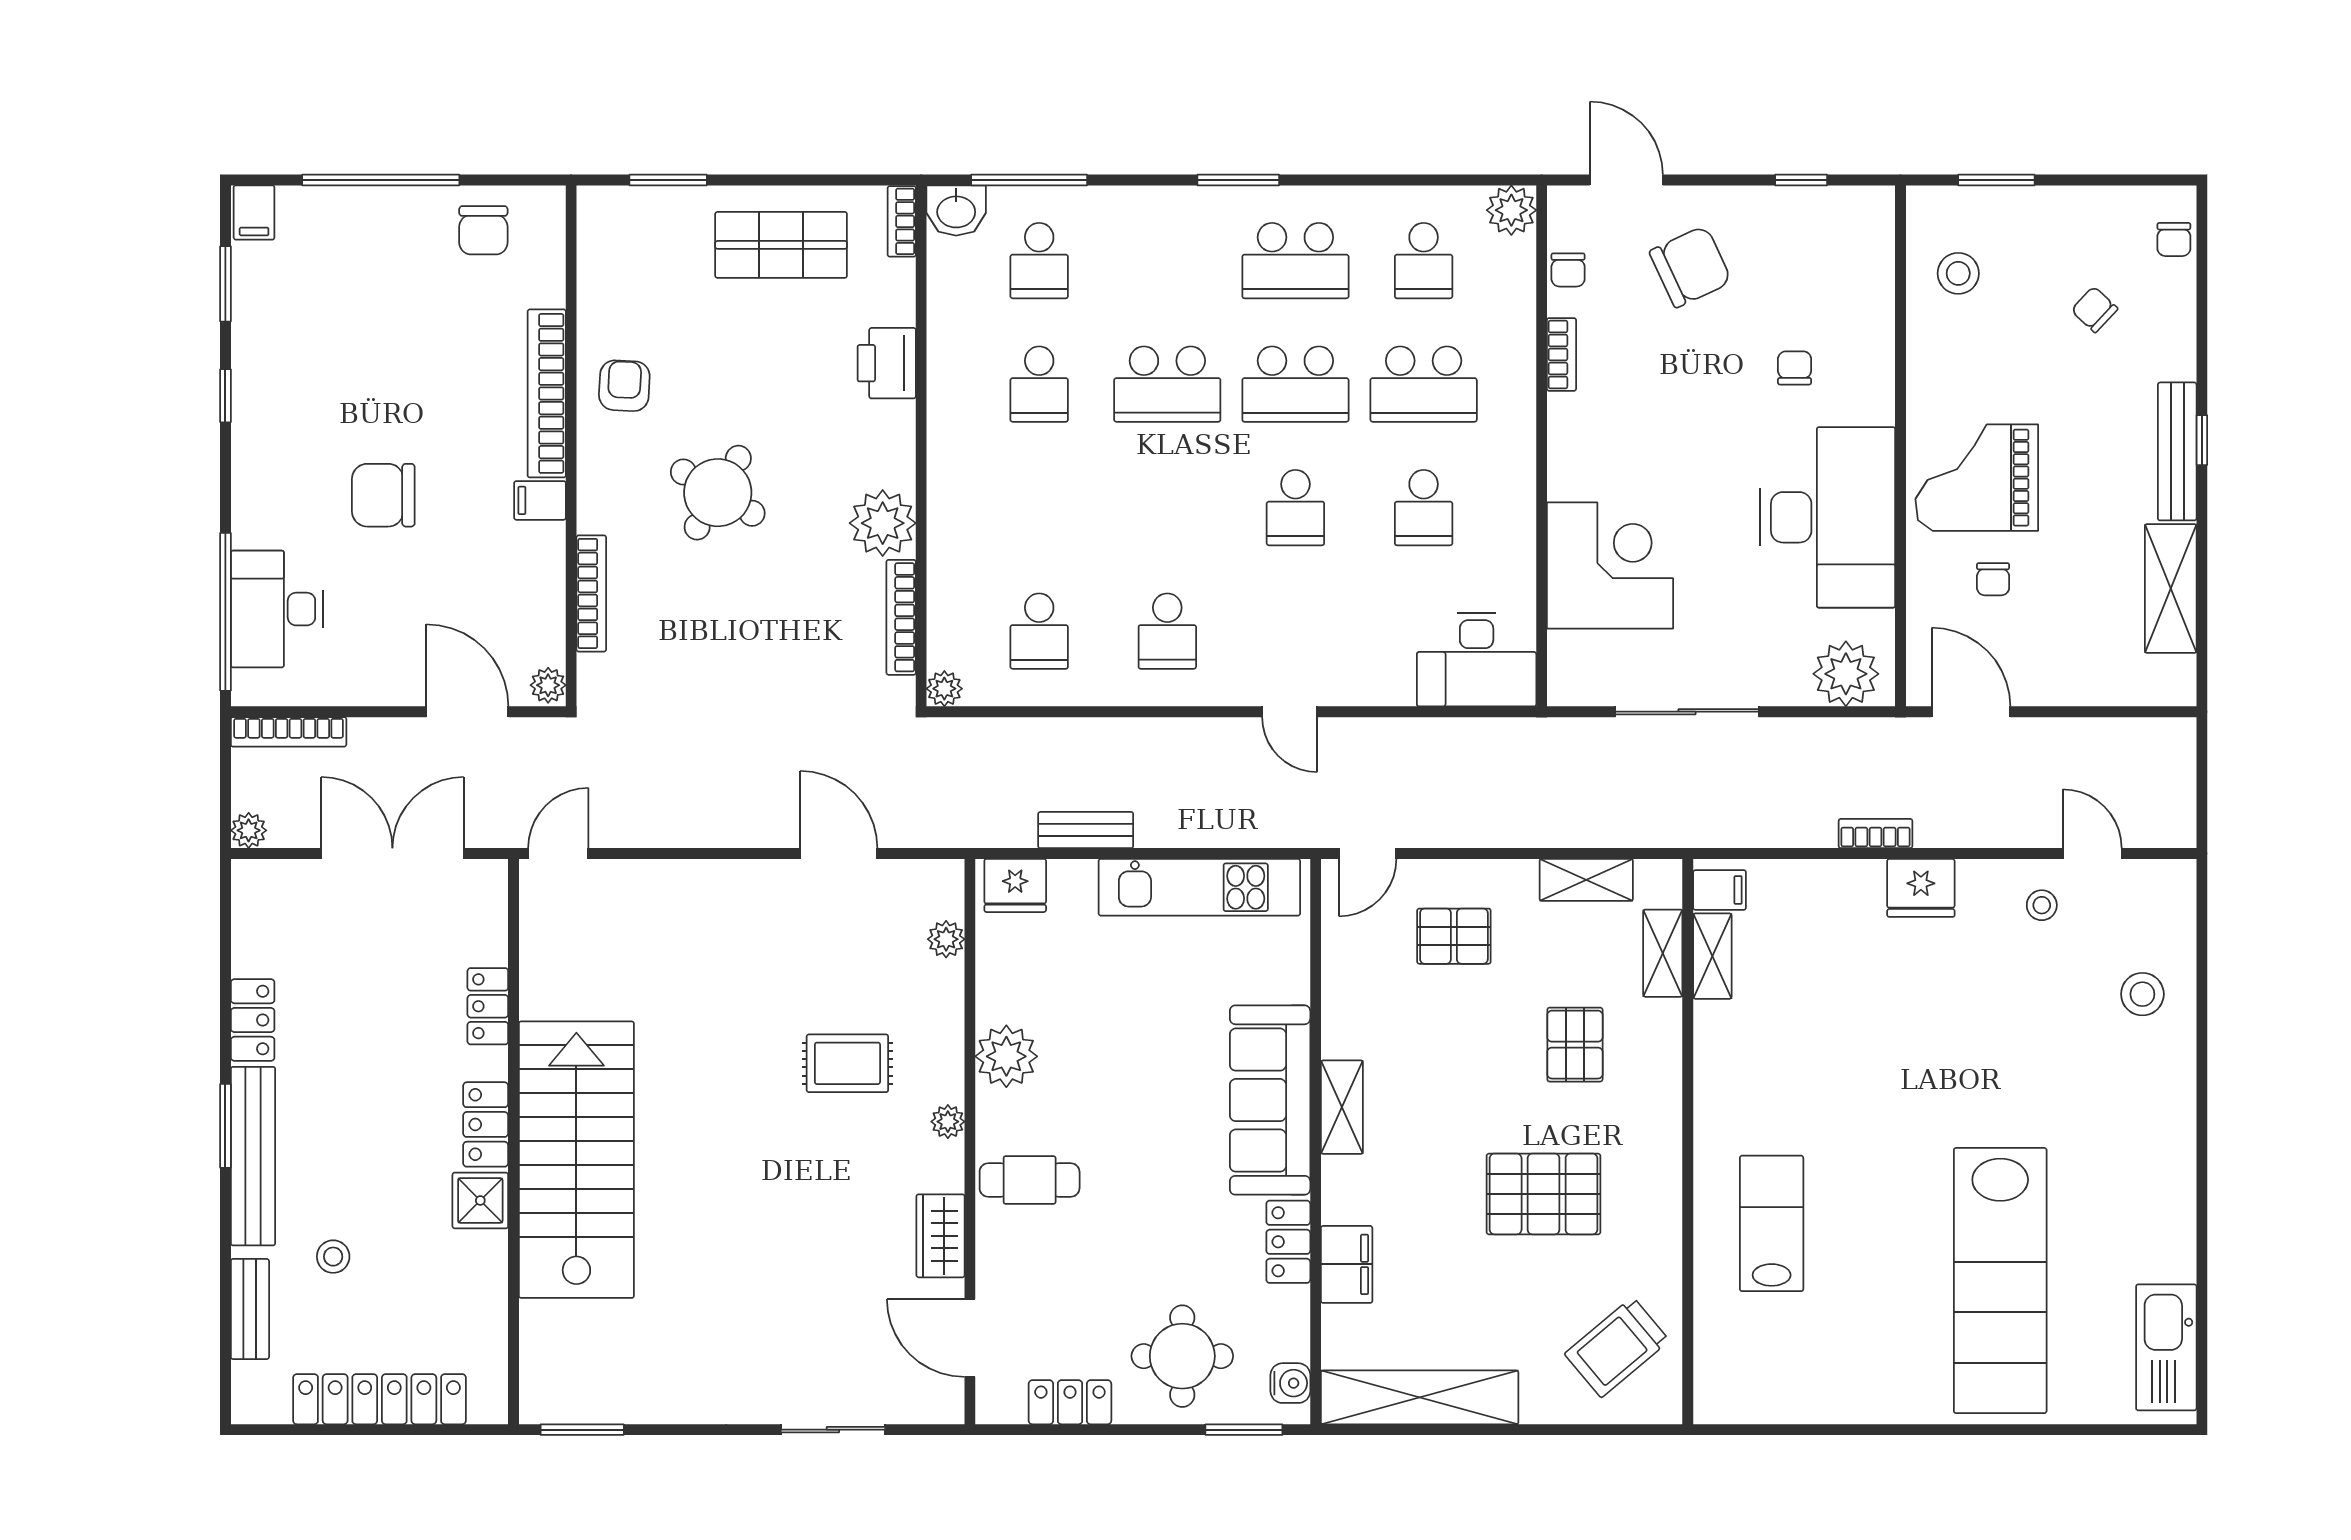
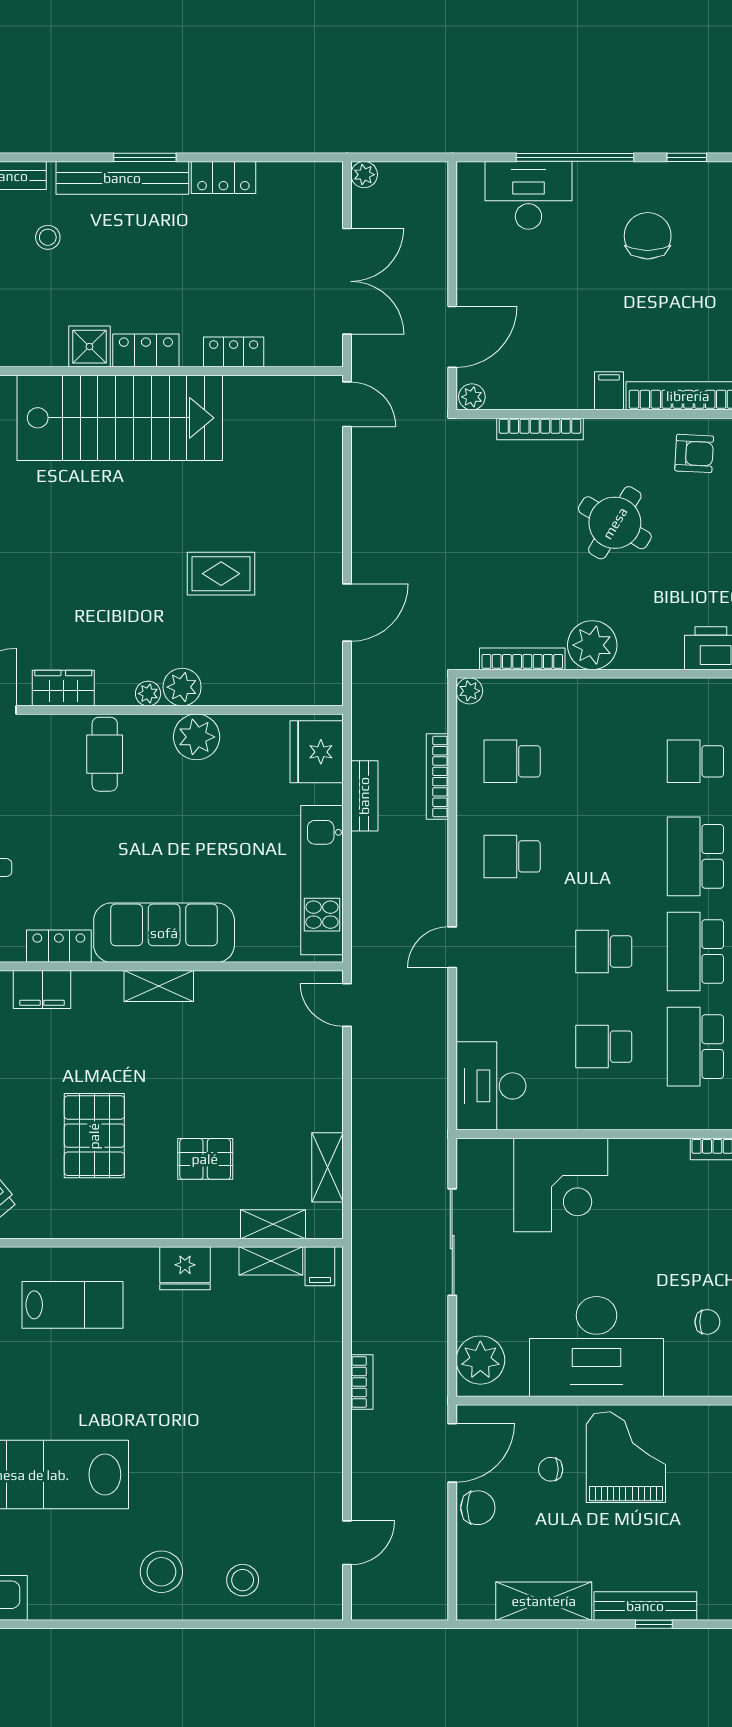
chair: (383, 495) -> (648, 236), moved
window: (225, 612) -> (575, 157), moved
chair: (2045, 677) -> (478, 1508), added
bookcase: (289, 732) -> (437, 776), moved
fridge: (1015, 885) -> (317, 752), width x1.36, depth x1.34
fridge: (1921, 888) -> (185, 1268), moved, turned -90
stool: (2042, 905) -> (161, 1572), moved, width x1.89, depth x1.89
pallet: (1454, 936) -> (286, 1069), removed
plant: (946, 939) -> (182, 687), moved, width x1.38, depth x1.38
rug: (847, 1063) -> (221, 574), moved, turned 90

